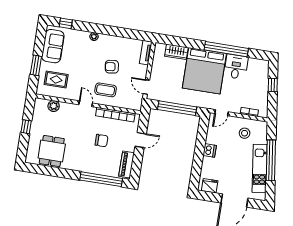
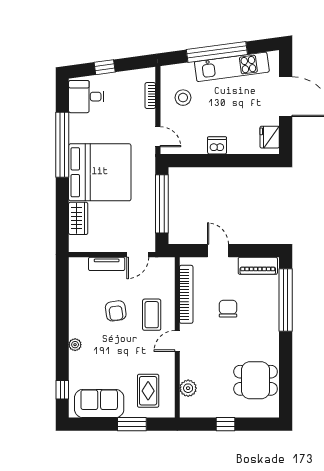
tv unit: (146, 53) -> (107, 264), moved
desk: (236, 67) -> (86, 97), moved

